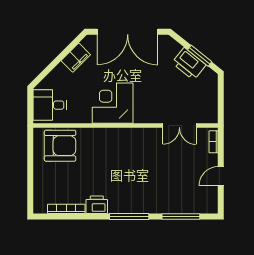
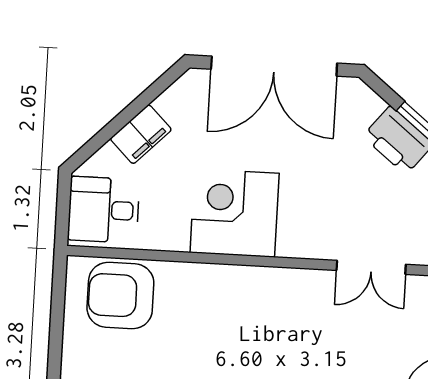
filing cabinet: (76, 58) -> (141, 134), moved
armchair: (60, 146) -> (120, 296), turned 180

